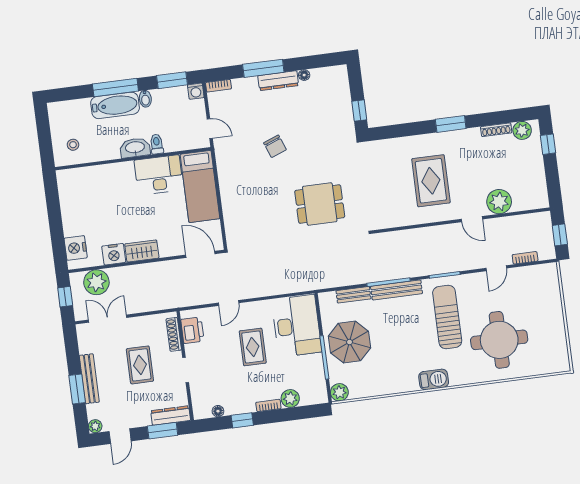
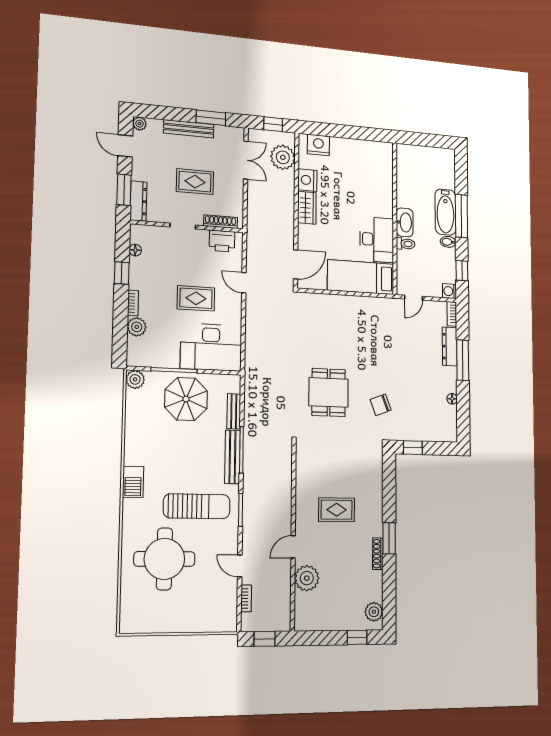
window: (172, 80) -> (462, 271), width x0.67
dresser: (278, 81) -> (450, 346), moved
shoe rack: (496, 130) -> (378, 554), moved
stool: (73, 145) -> (415, 165), removed
chair: (275, 146) -> (381, 405), moved
rug: (431, 181) -> (337, 510), width x0.73, depth x0.70
window: (77, 389) -> (211, 118), moved

